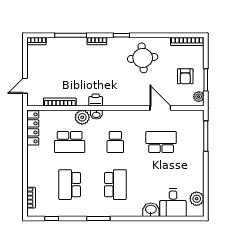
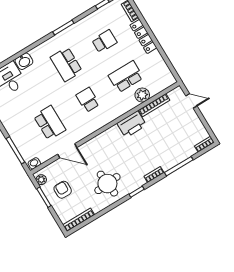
door: (25, 86) -> (191, 101), hinge flipped
printer: (96, 100) -> (132, 124), width x1.87, depth x1.48
washbasin: (96, 115) -> (34, 163), moved
plant: (82, 117) -> (142, 95), moved
locker: (33, 128) -> (143, 36), moved
school desk: (161, 142) -> (50, 123), turned -90
school desk: (70, 185) -> (104, 41), width x0.54

